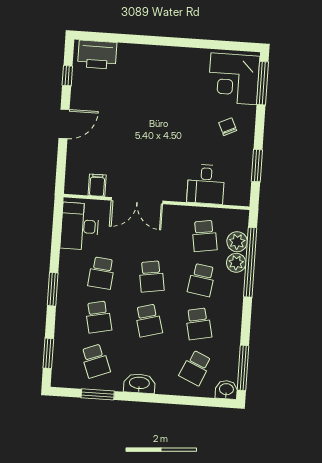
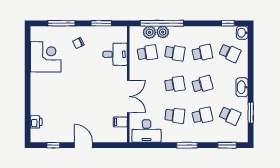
printer: (97, 55) -> (36, 122), width x0.53, depth x0.68
corner desk: (234, 79) -> (46, 57), moved, turned -90
window: (262, 83) -> (61, 23), moved
school desk: (95, 361) -> (230, 116), turned 45
window: (243, 368) -> (228, 23), width x0.46

